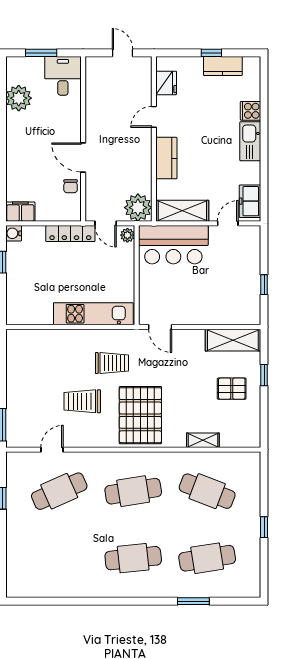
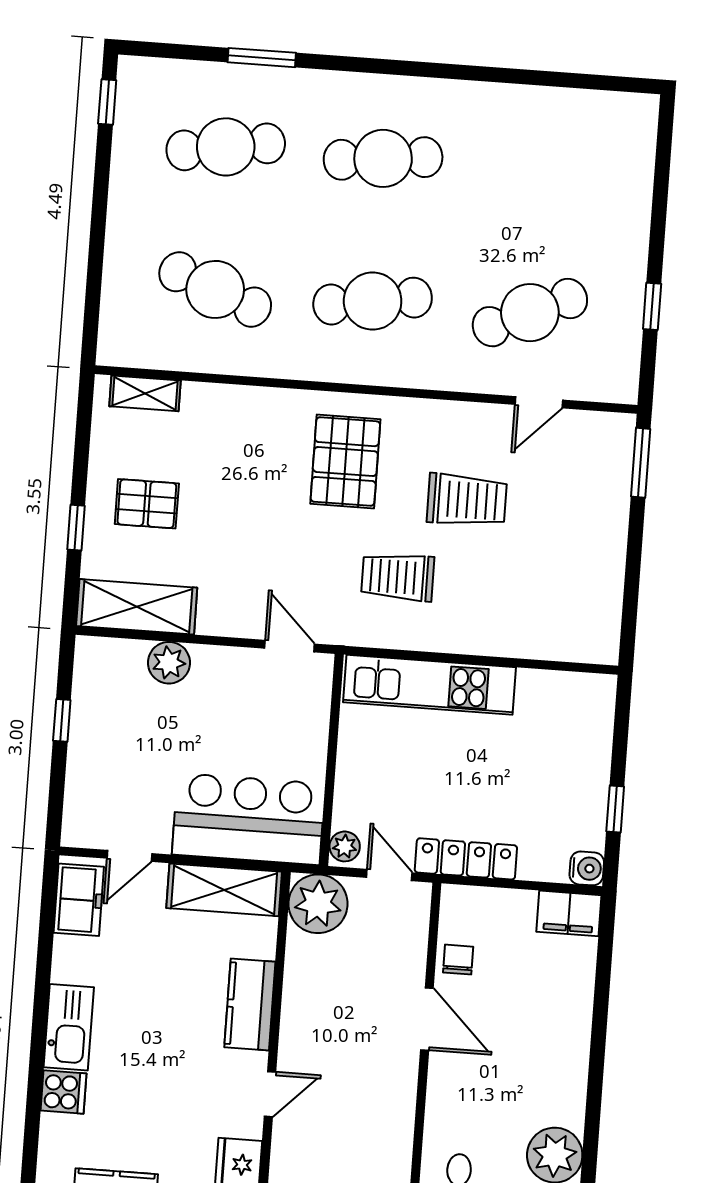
plant: (216, 315) -> (169, 663), added
pallet: (140, 415) -> (345, 462), width x0.73, depth x0.71
shelving: (203, 440) -> (145, 393), moved
window: (264, 527) -> (107, 102), moved

